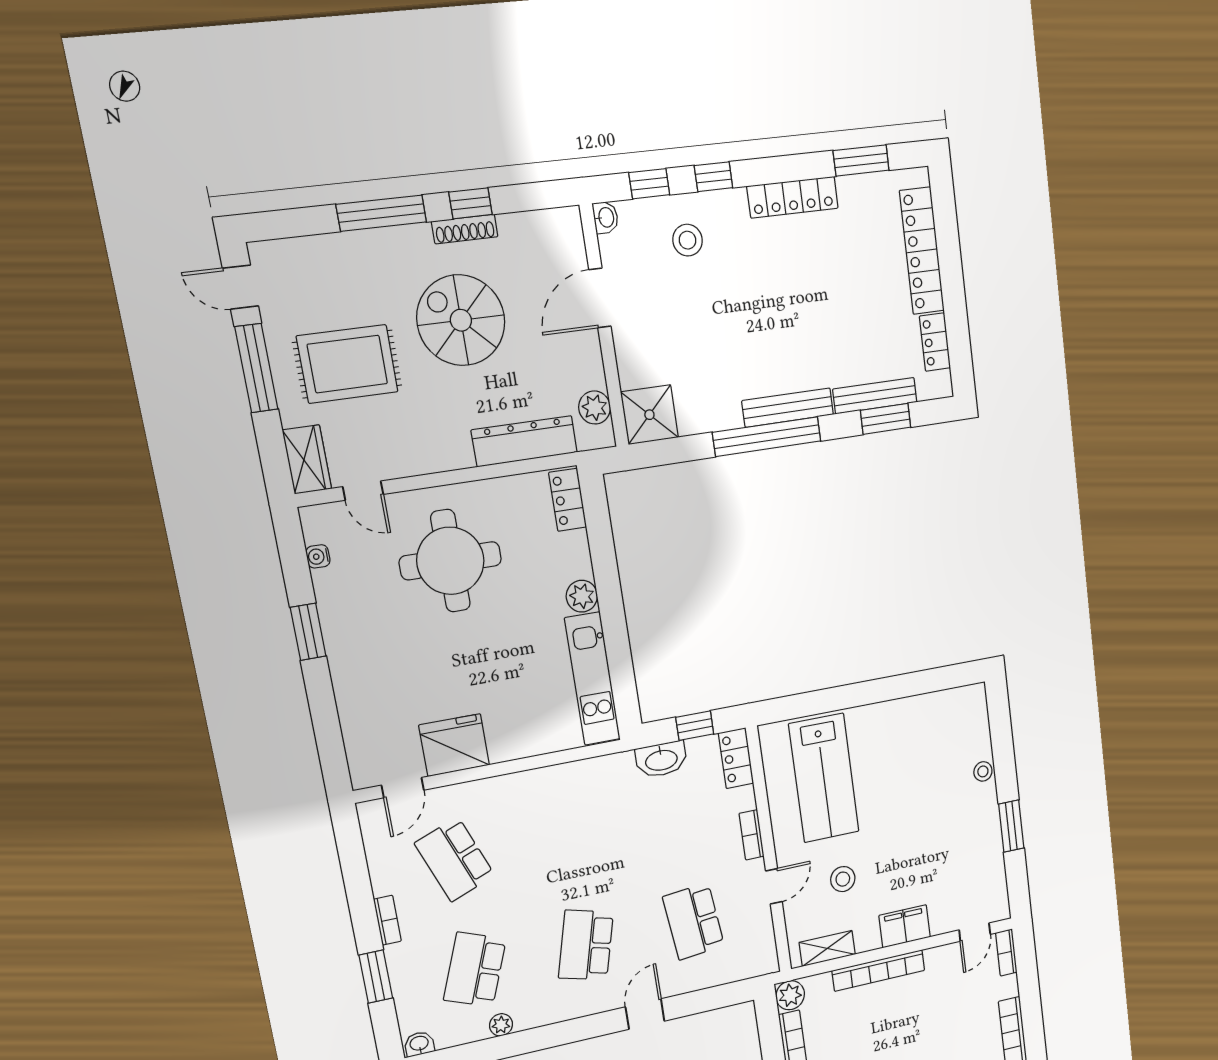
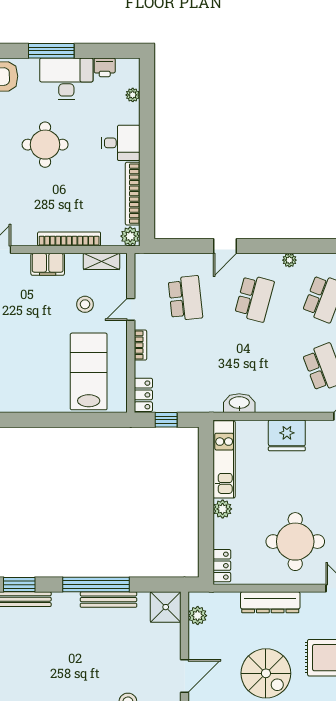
bench: (788, 408) -> (108, 600), moved
dresser: (524, 441) -> (270, 602), moved
fridge: (454, 745) -> (287, 435), moved
washbasin: (661, 759) -> (239, 403), moved
plant: (501, 1025) -> (289, 260), moved

